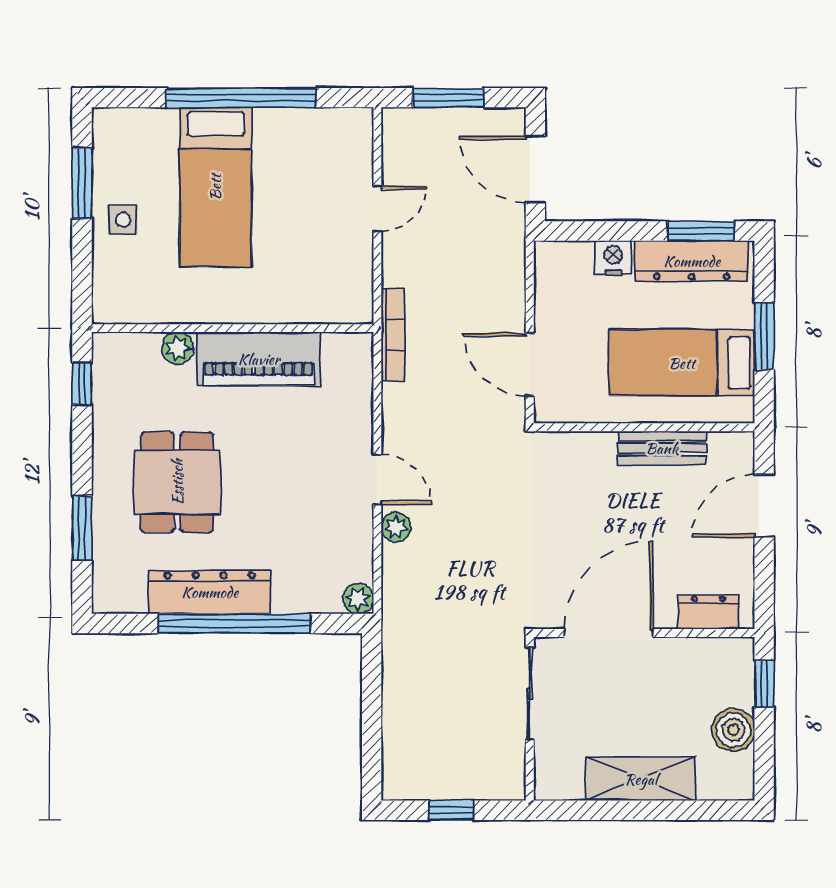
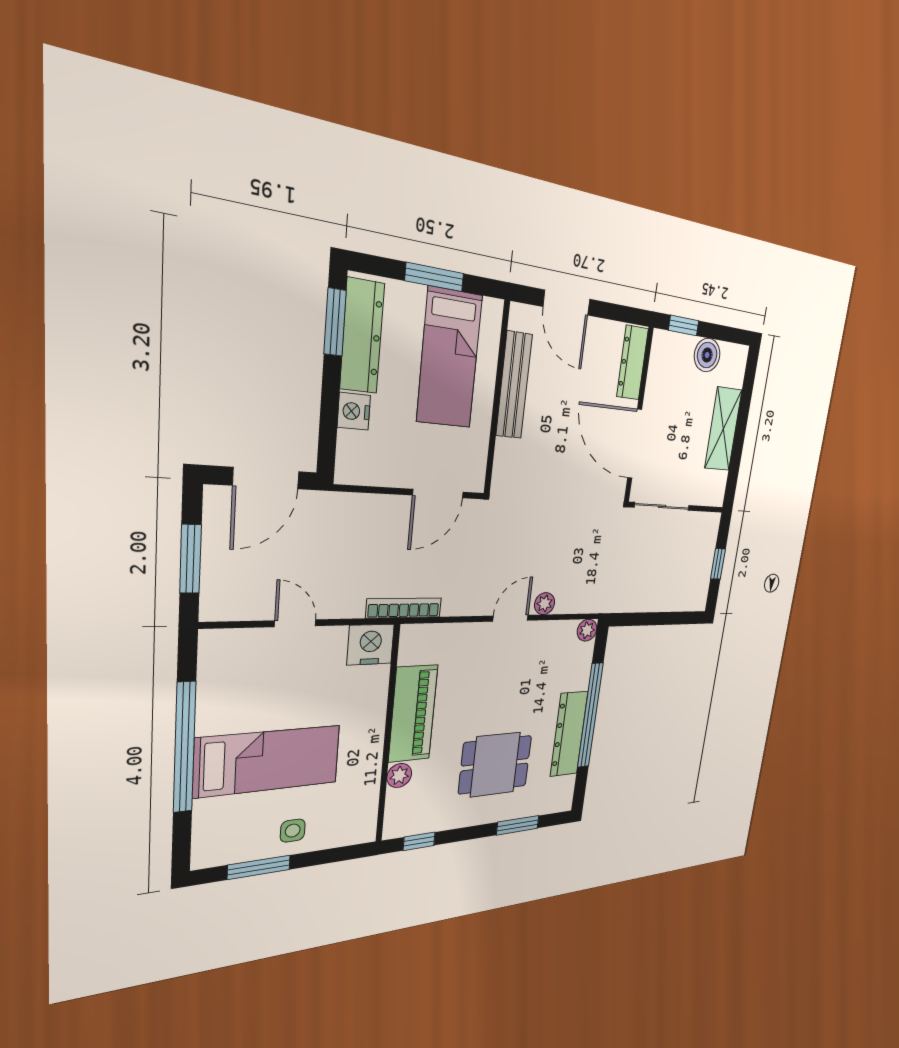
nightstand: (349, 297) -> (371, 645), added
bench: (662, 448) -> (514, 385), width x1.36
dresser: (708, 612) -> (632, 363), width x1.44

